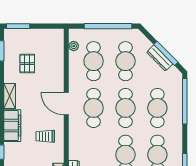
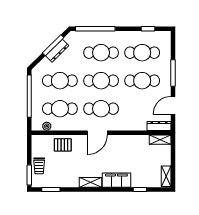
pallet: (27, 64) -> (63, 145), moved
trolley: (45, 136) -> (39, 166), moved

